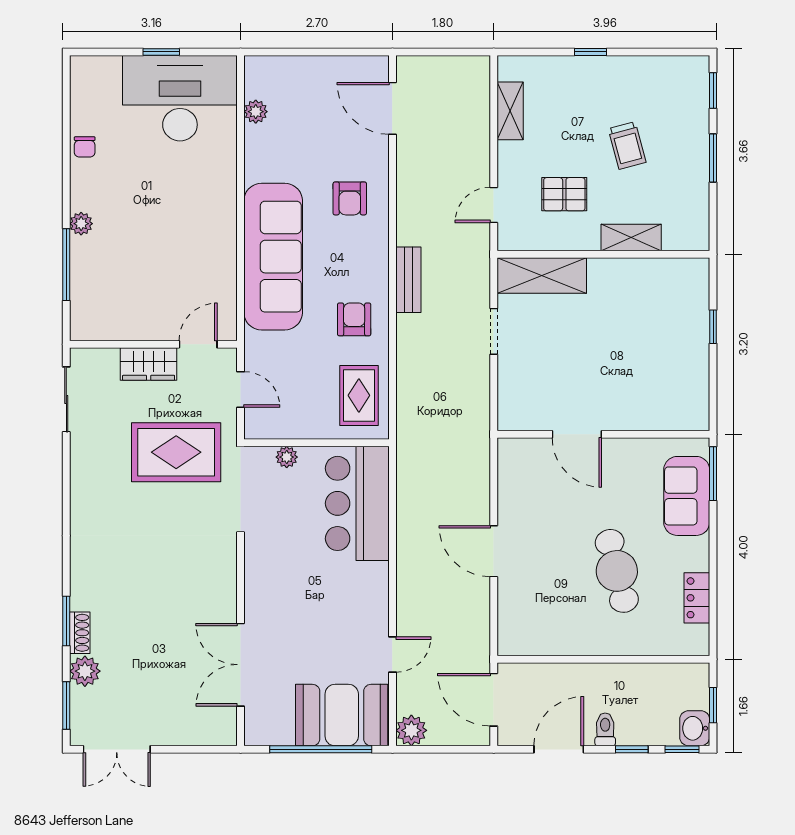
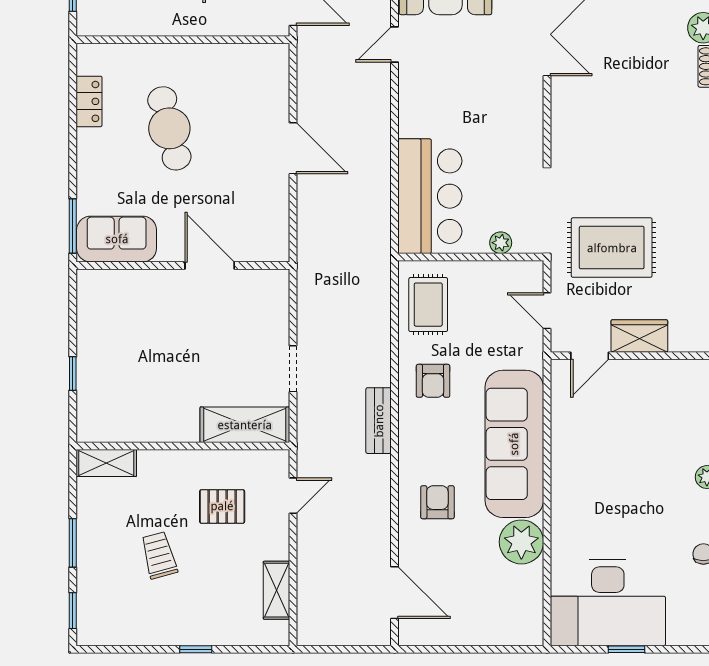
plant: (256, 112) -> (521, 542), moved, width x1.88, depth x1.88
shelving: (631, 238) -> (106, 463), moved
sofa: (687, 496) -> (117, 239), moved, turned -90

